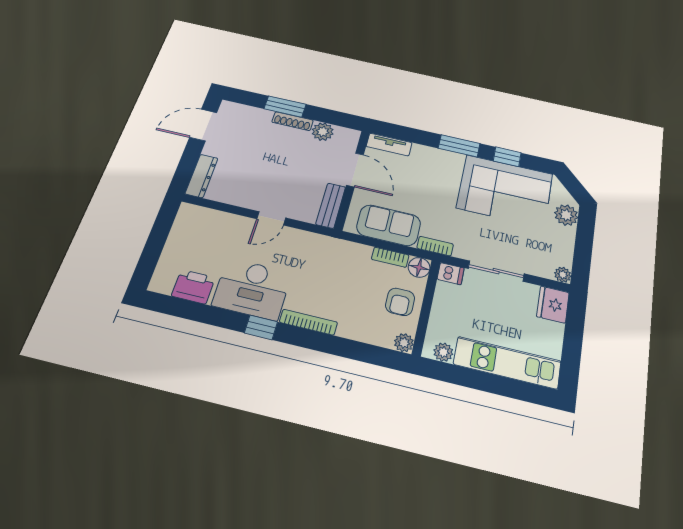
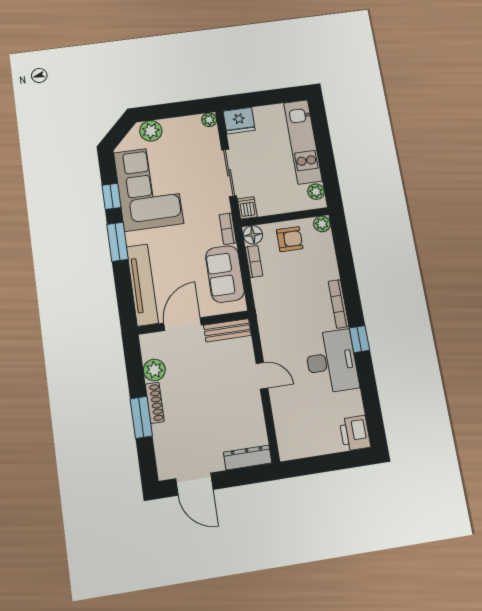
tv unit: (389, 145) -> (142, 285), width x1.92, depth x1.29
printer: (193, 287) -> (355, 433), moved

